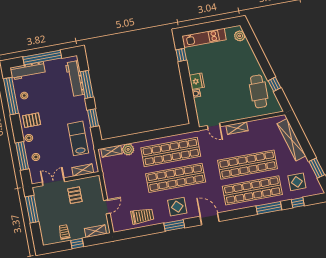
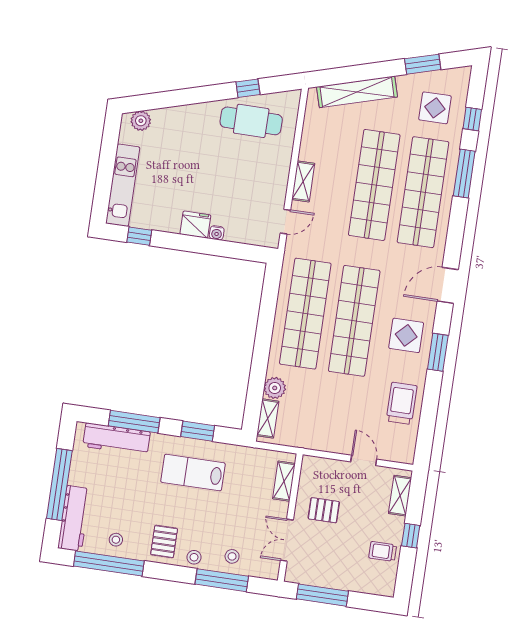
lab bench: (78, 138) -> (193, 473), moved

